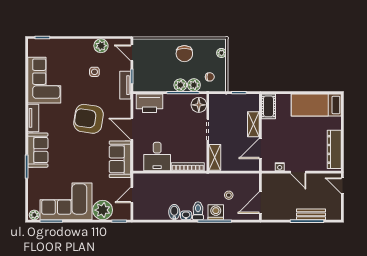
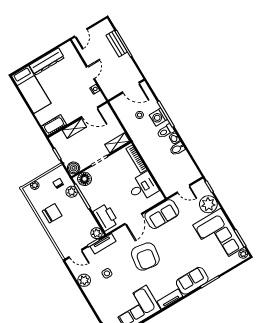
door: (132, 53) -> (76, 253), hinge flipped
plant: (180, 85) -> (96, 233), moved
boiler: (216, 101) -> (74, 168), added
dresser: (334, 149) -> (47, 62), moved

